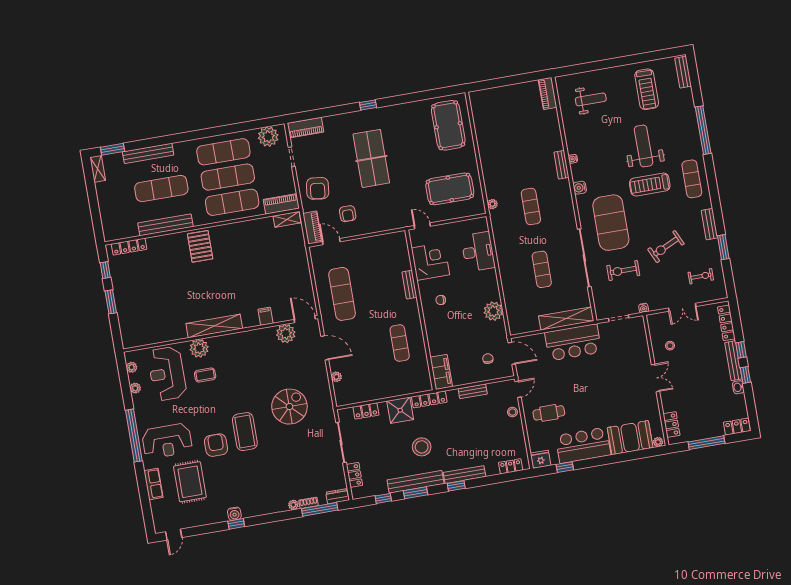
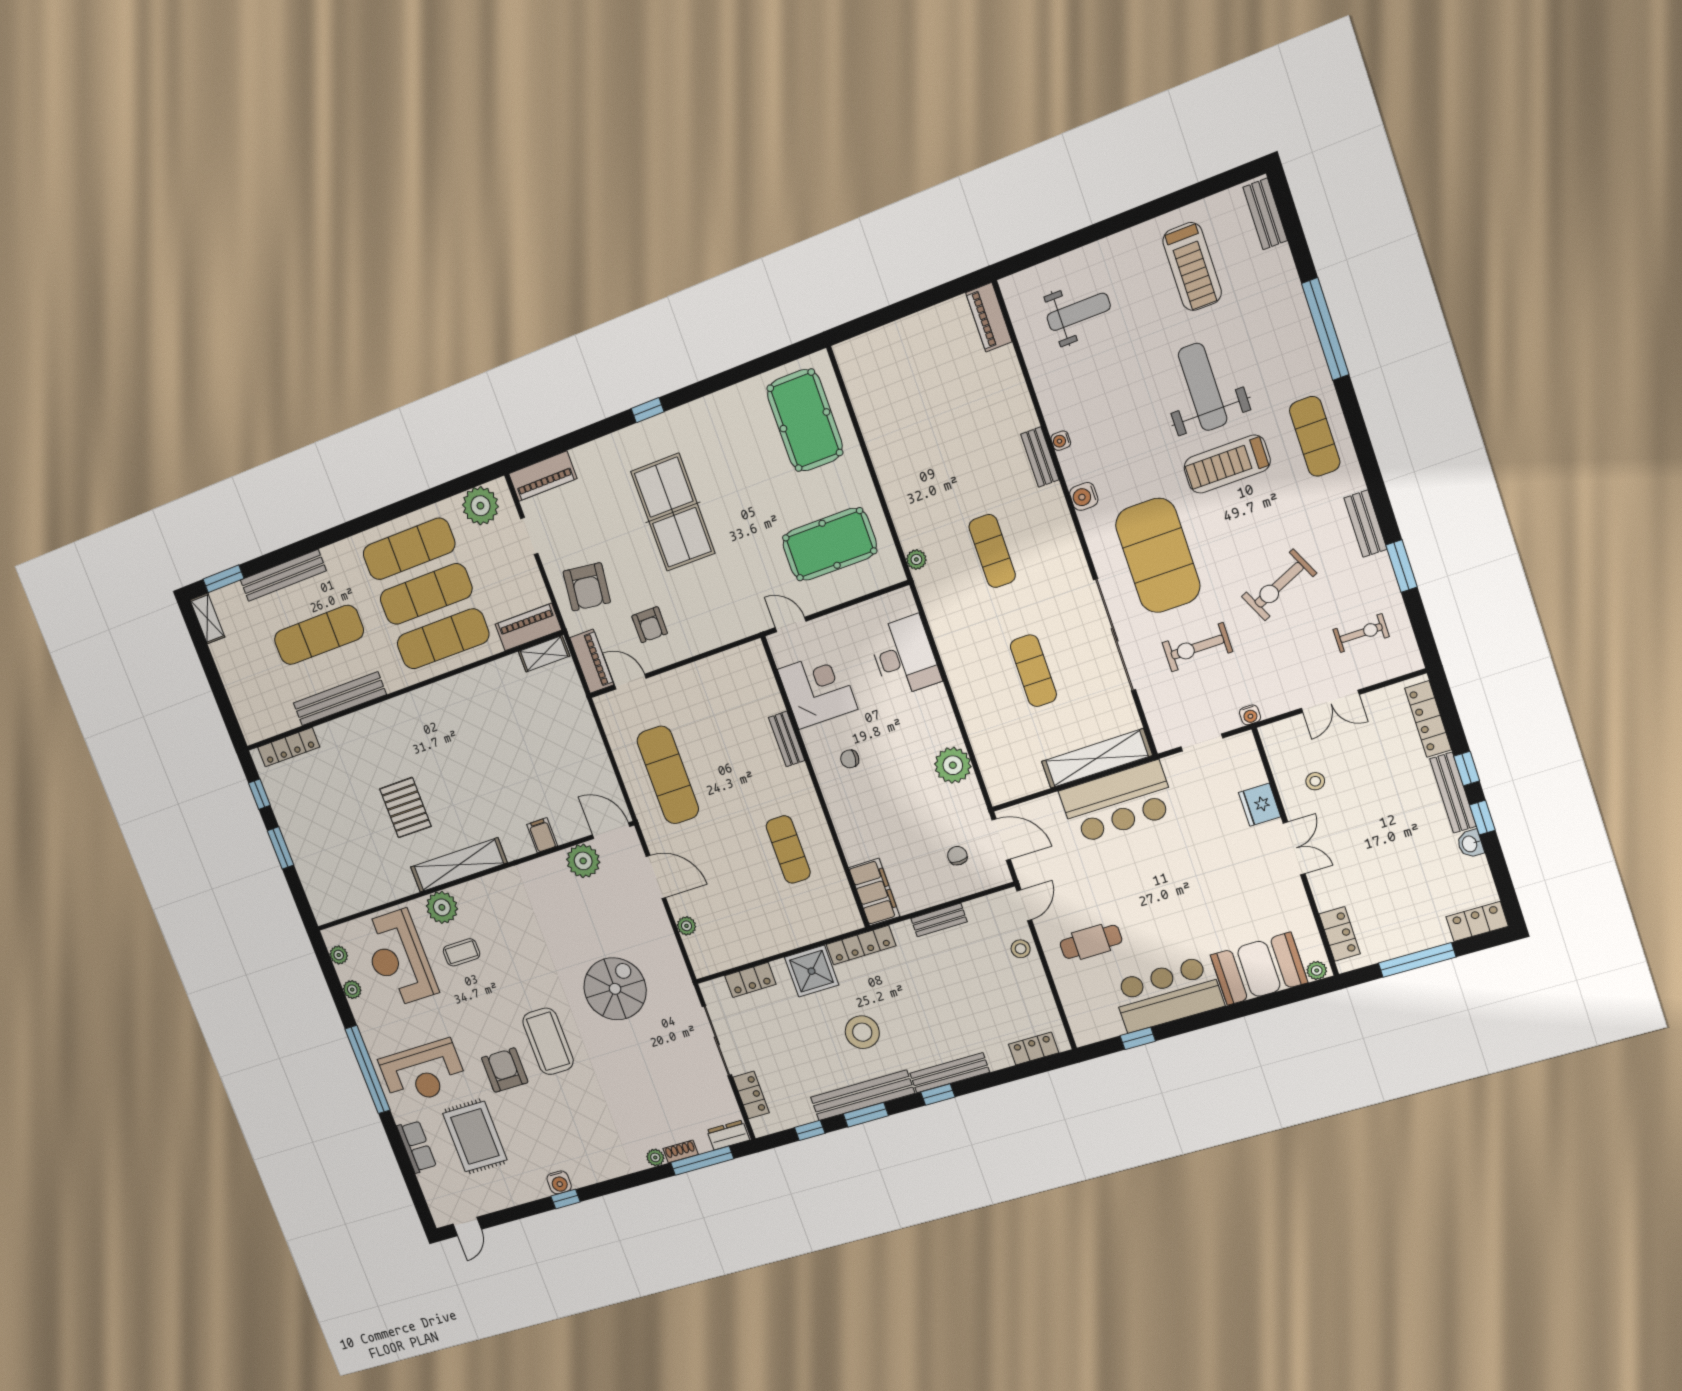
pallet: (200, 246) -> (405, 808), moved
fridge: (541, 459) -> (1260, 805), moved, turned -90

